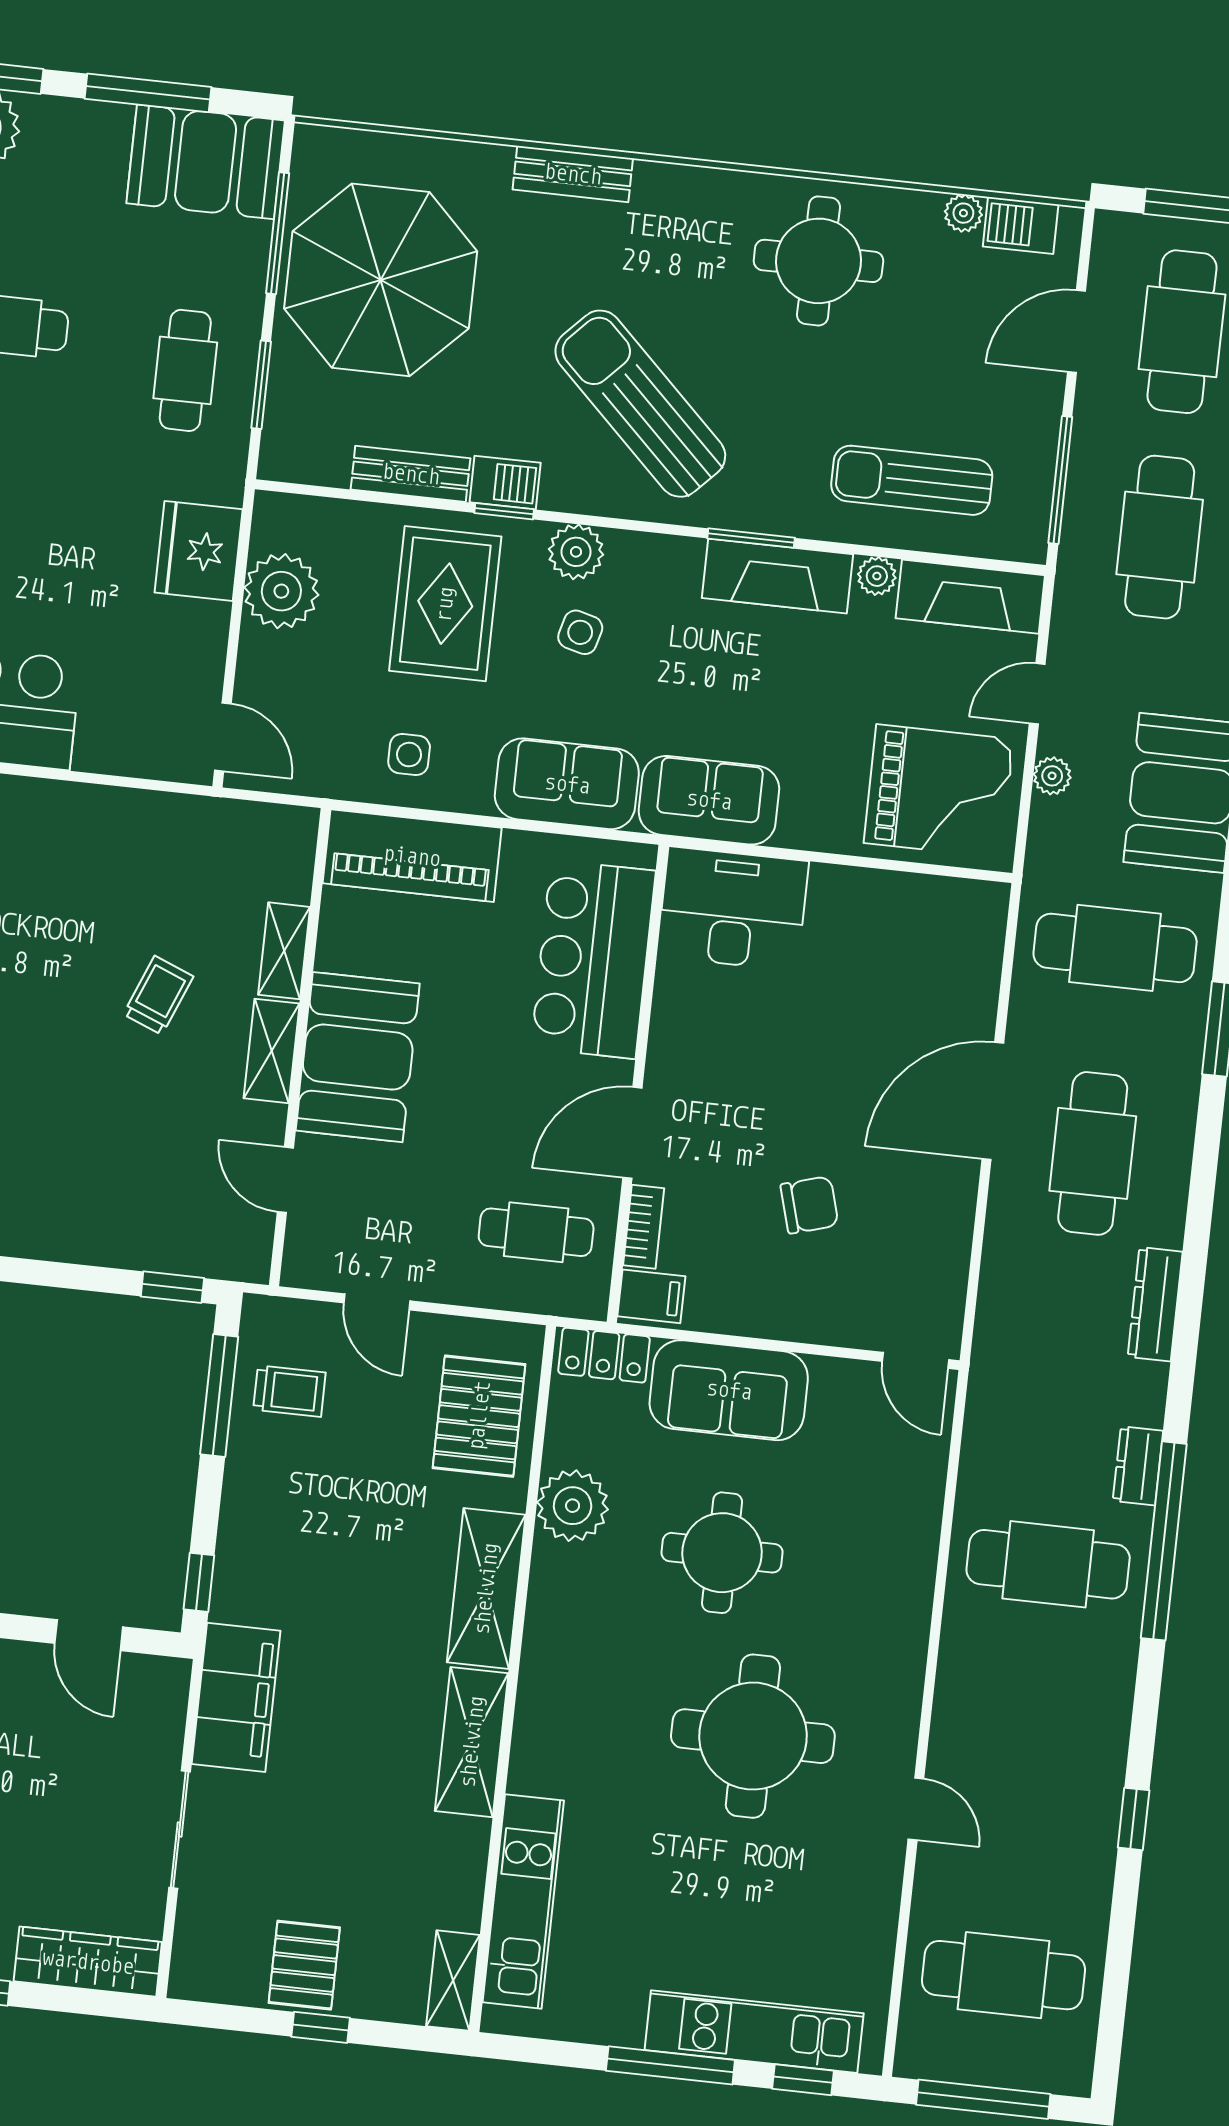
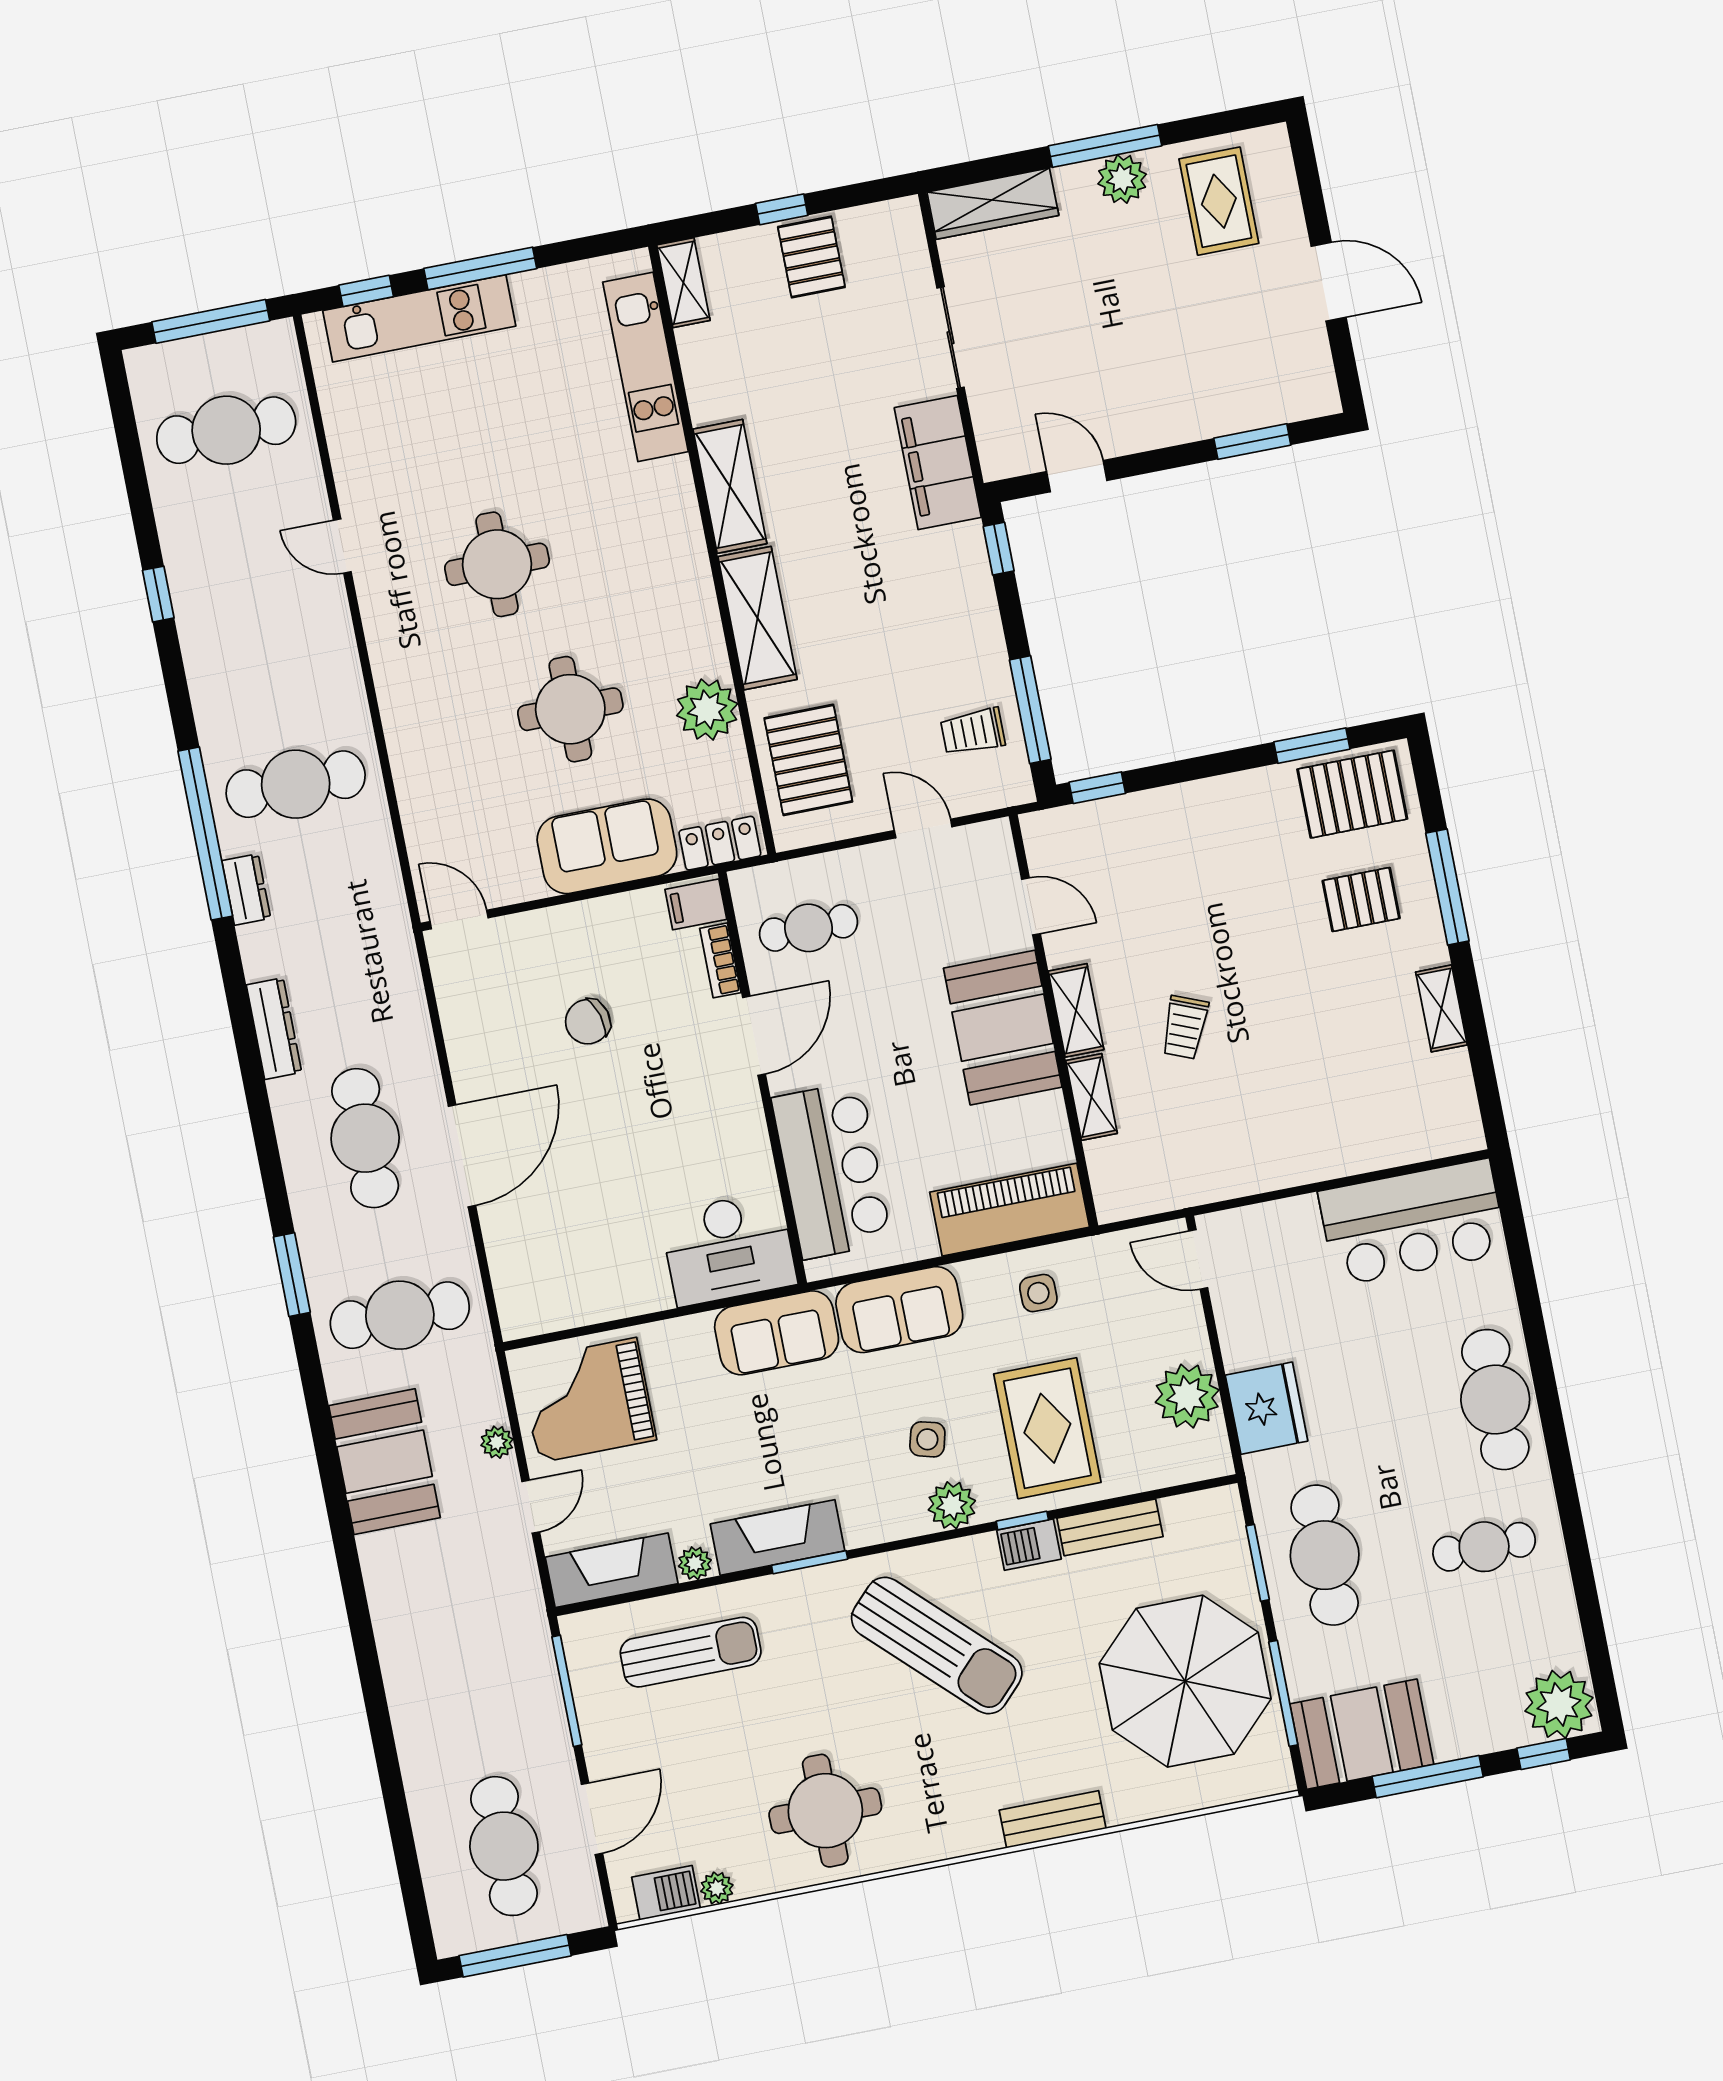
cafe table: (185, 370) -> (1325, 1555), width x1.37, depth x1.35
cafe table: (1160, 537) -> (469, 1669), removed
round table: (753, 1736) -> (497, 564), width x0.73, depth x0.73

